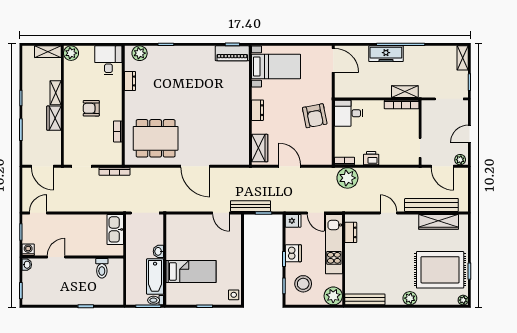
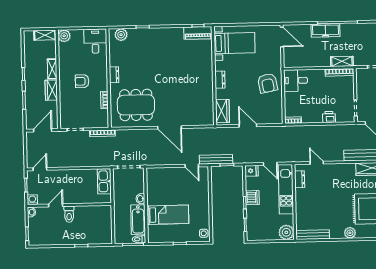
dresser: (130, 81) -> (114, 75), moved
printer: (371, 158) -> (329, 117), moved
door: (43, 166) -> (43, 130), swing flipped
plant: (347, 178) -> (296, 134), removed
door: (388, 213) -> (317, 163), moved
toilet: (102, 268) -> (69, 214), moved
stool: (303, 284) -> (261, 223), removed

